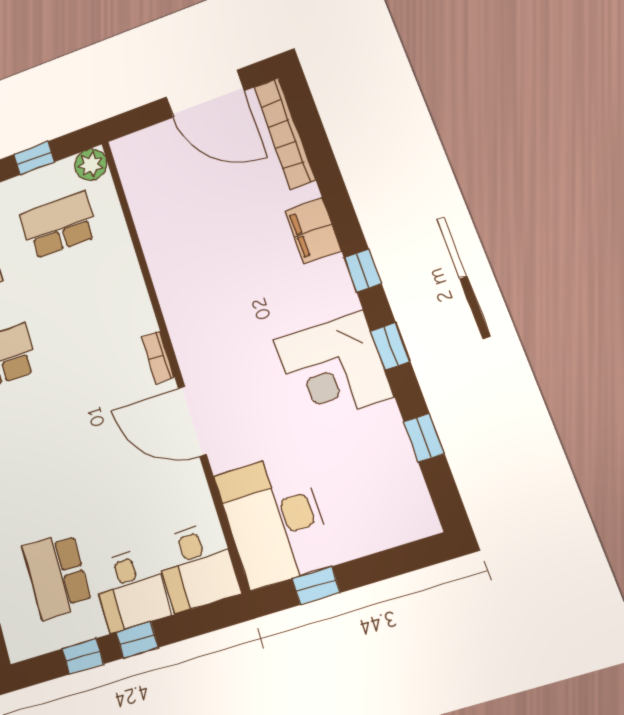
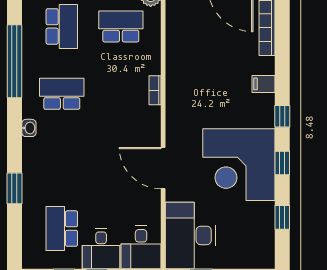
filing cabinet: (313, 231) -> (263, 84), width x0.50
bookcase: (158, 357) -> (155, 90), moved
corner desk: (333, 368) -> (239, 165), width x1.36, depth x1.36

